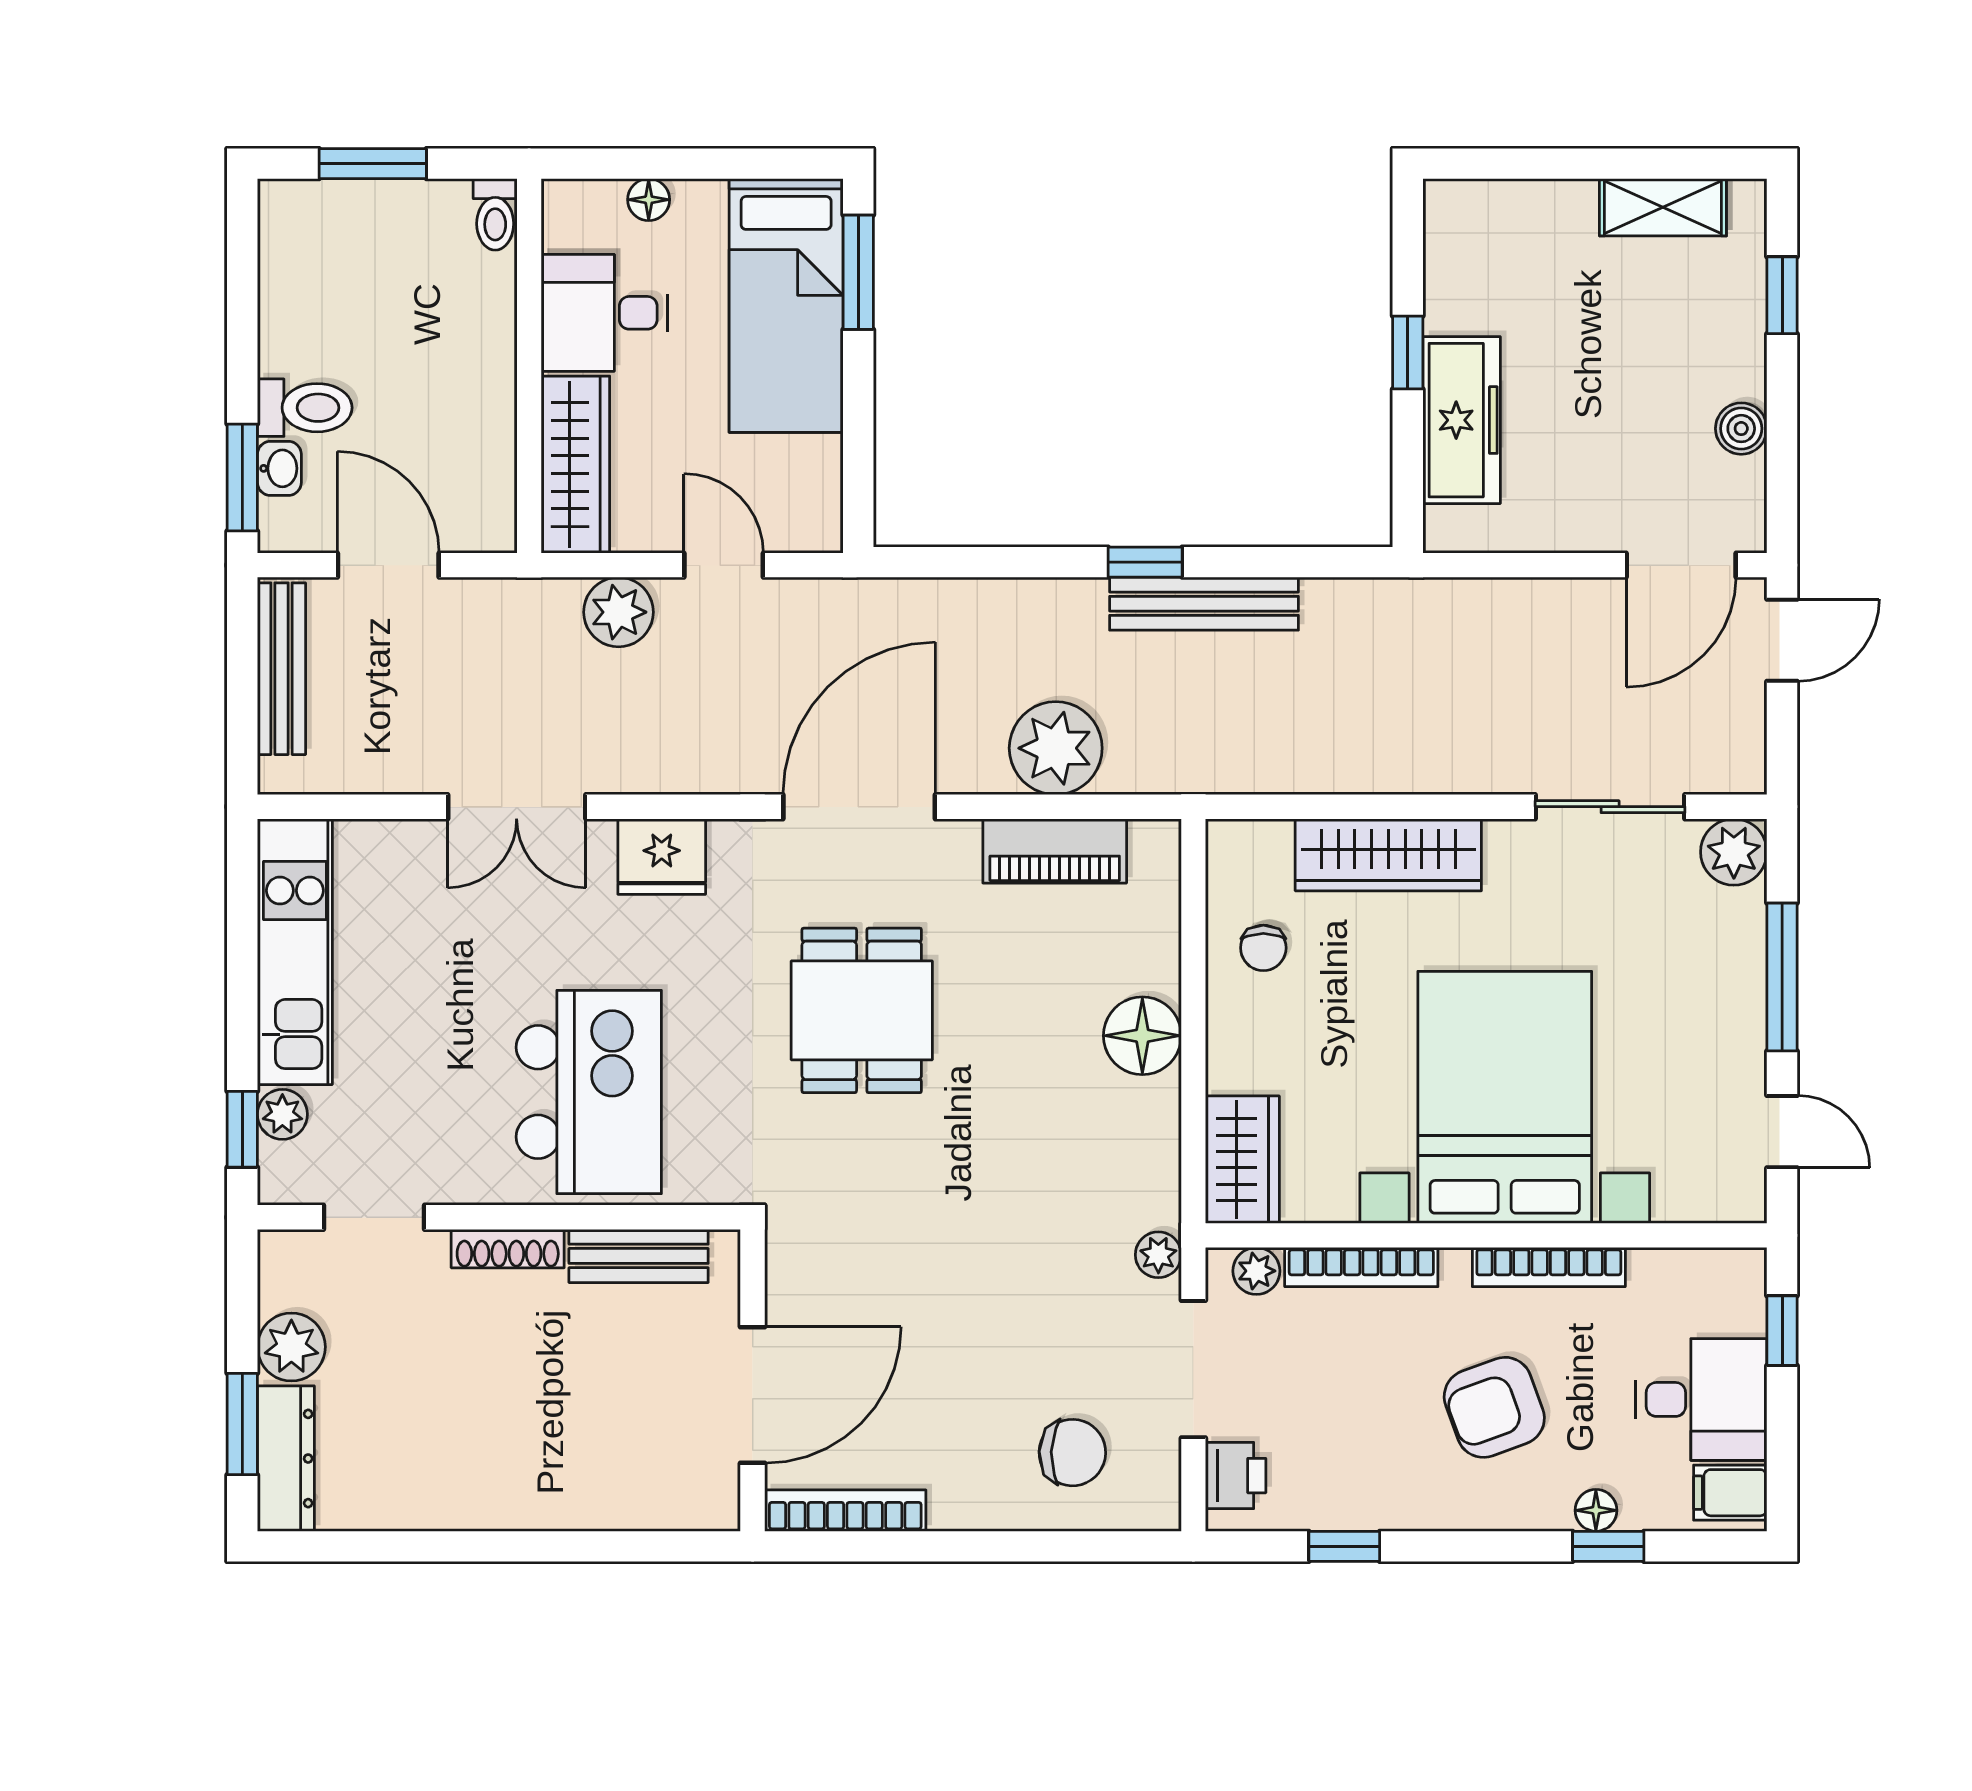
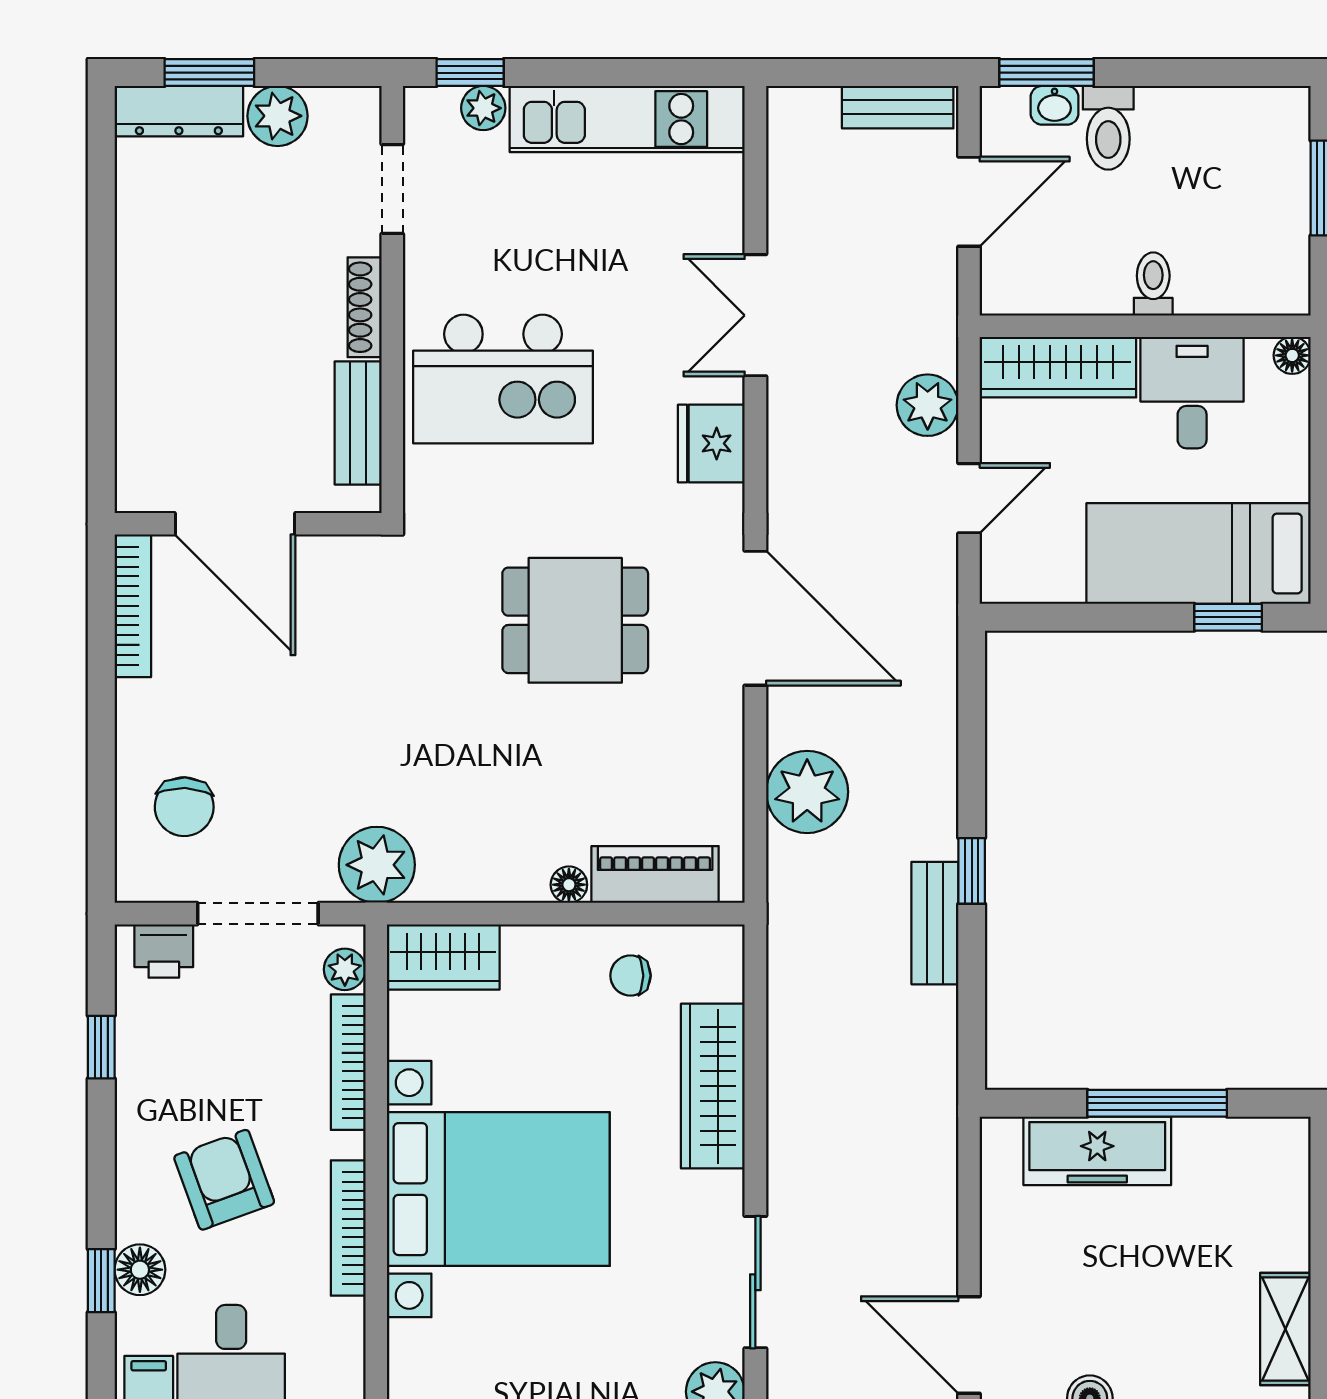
floor lamp: (649, 200) -> (1292, 355), moved
toilet: (495, 214) -> (1153, 284), moved, turned 90
window: (858, 272) -> (1228, 617), width x0.67
window: (1408, 352) -> (1157, 1103), width x2.17
bench: (1204, 604) -> (935, 923), width x0.73
bench: (281, 669) -> (898, 107), width x0.73
piano: (1055, 851) -> (655, 875), moved, turned 90
floor lamp: (1142, 1036) -> (569, 885), width x0.53, depth x0.53
plant: (1158, 1255) -> (377, 865), width x1.88, depth x1.88
floor lamp: (1596, 1510) -> (140, 1270), width x1.37, depth x1.37

